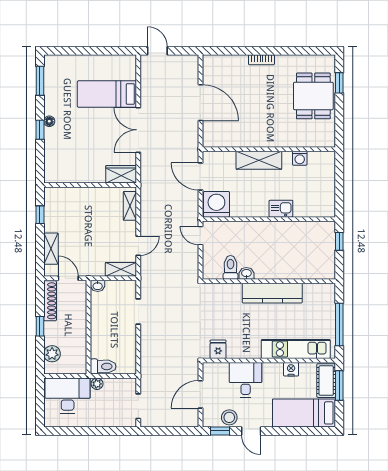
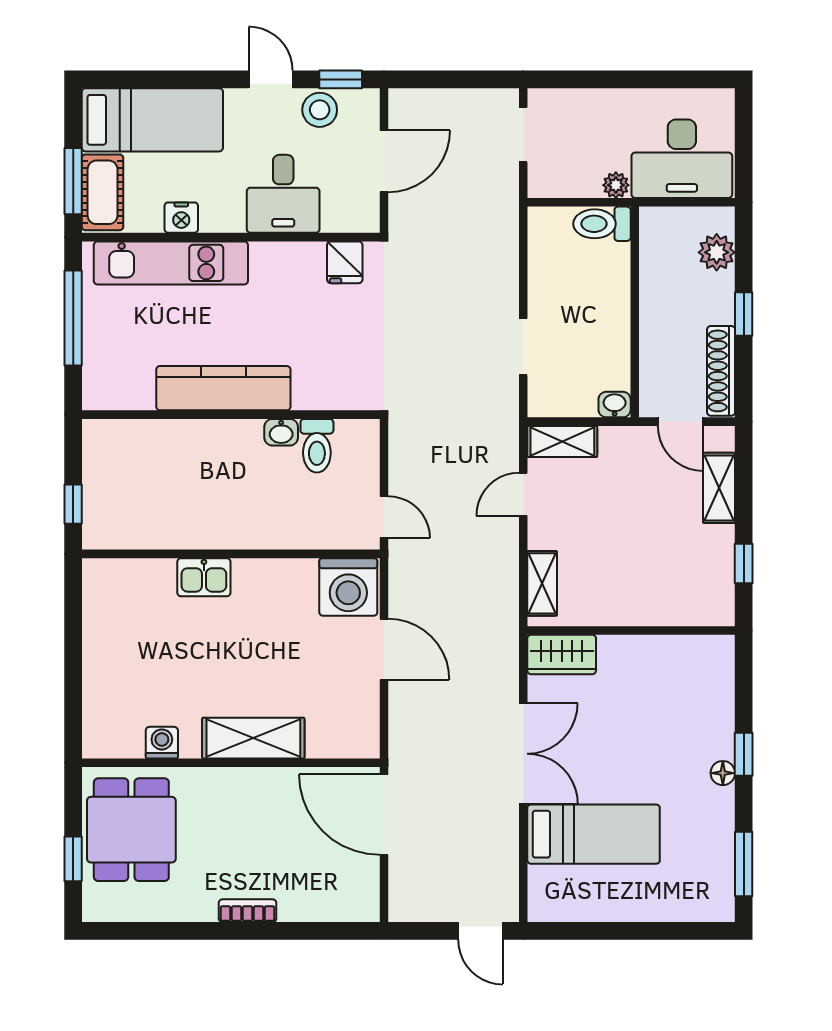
wall: (269, 149) -> (231, 763), moved
washing machine: (300, 158) -> (162, 743), moved
shelving: (259, 160) -> (253, 738), moved

